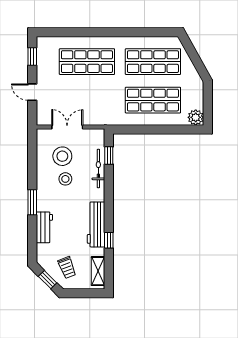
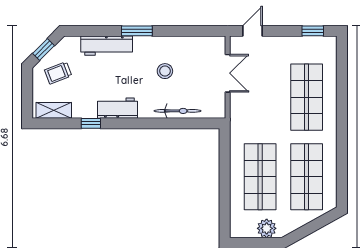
door: (32, 92) -> (253, 31), moved
plant: (196, 117) -> (267, 228), moved
window: (109, 155) -> (193, 123), removed
stool: (62, 156) -> (192, 67), removed
workbench: (96, 224) -> (117, 108), width x0.73
workbench: (44, 227) -> (107, 46), width x1.38

